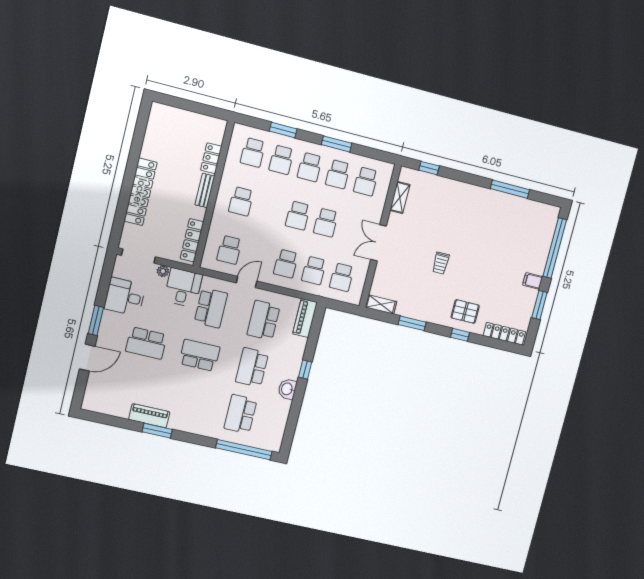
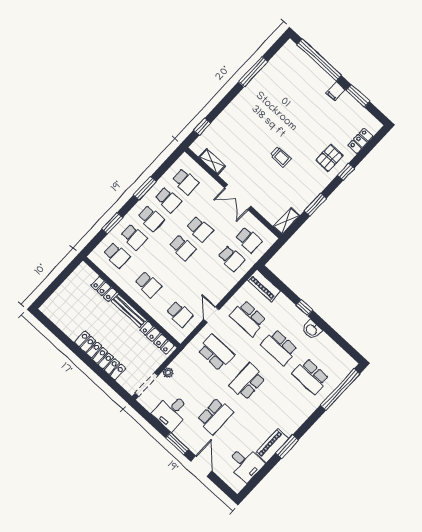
bench: (205, 190) -> (129, 311), width x1.36
school desk: (286, 264) -> (214, 277), removed
desk: (183, 288) -> (245, 464), moved, turned 180
locker: (504, 334) -> (360, 141), width x0.66

